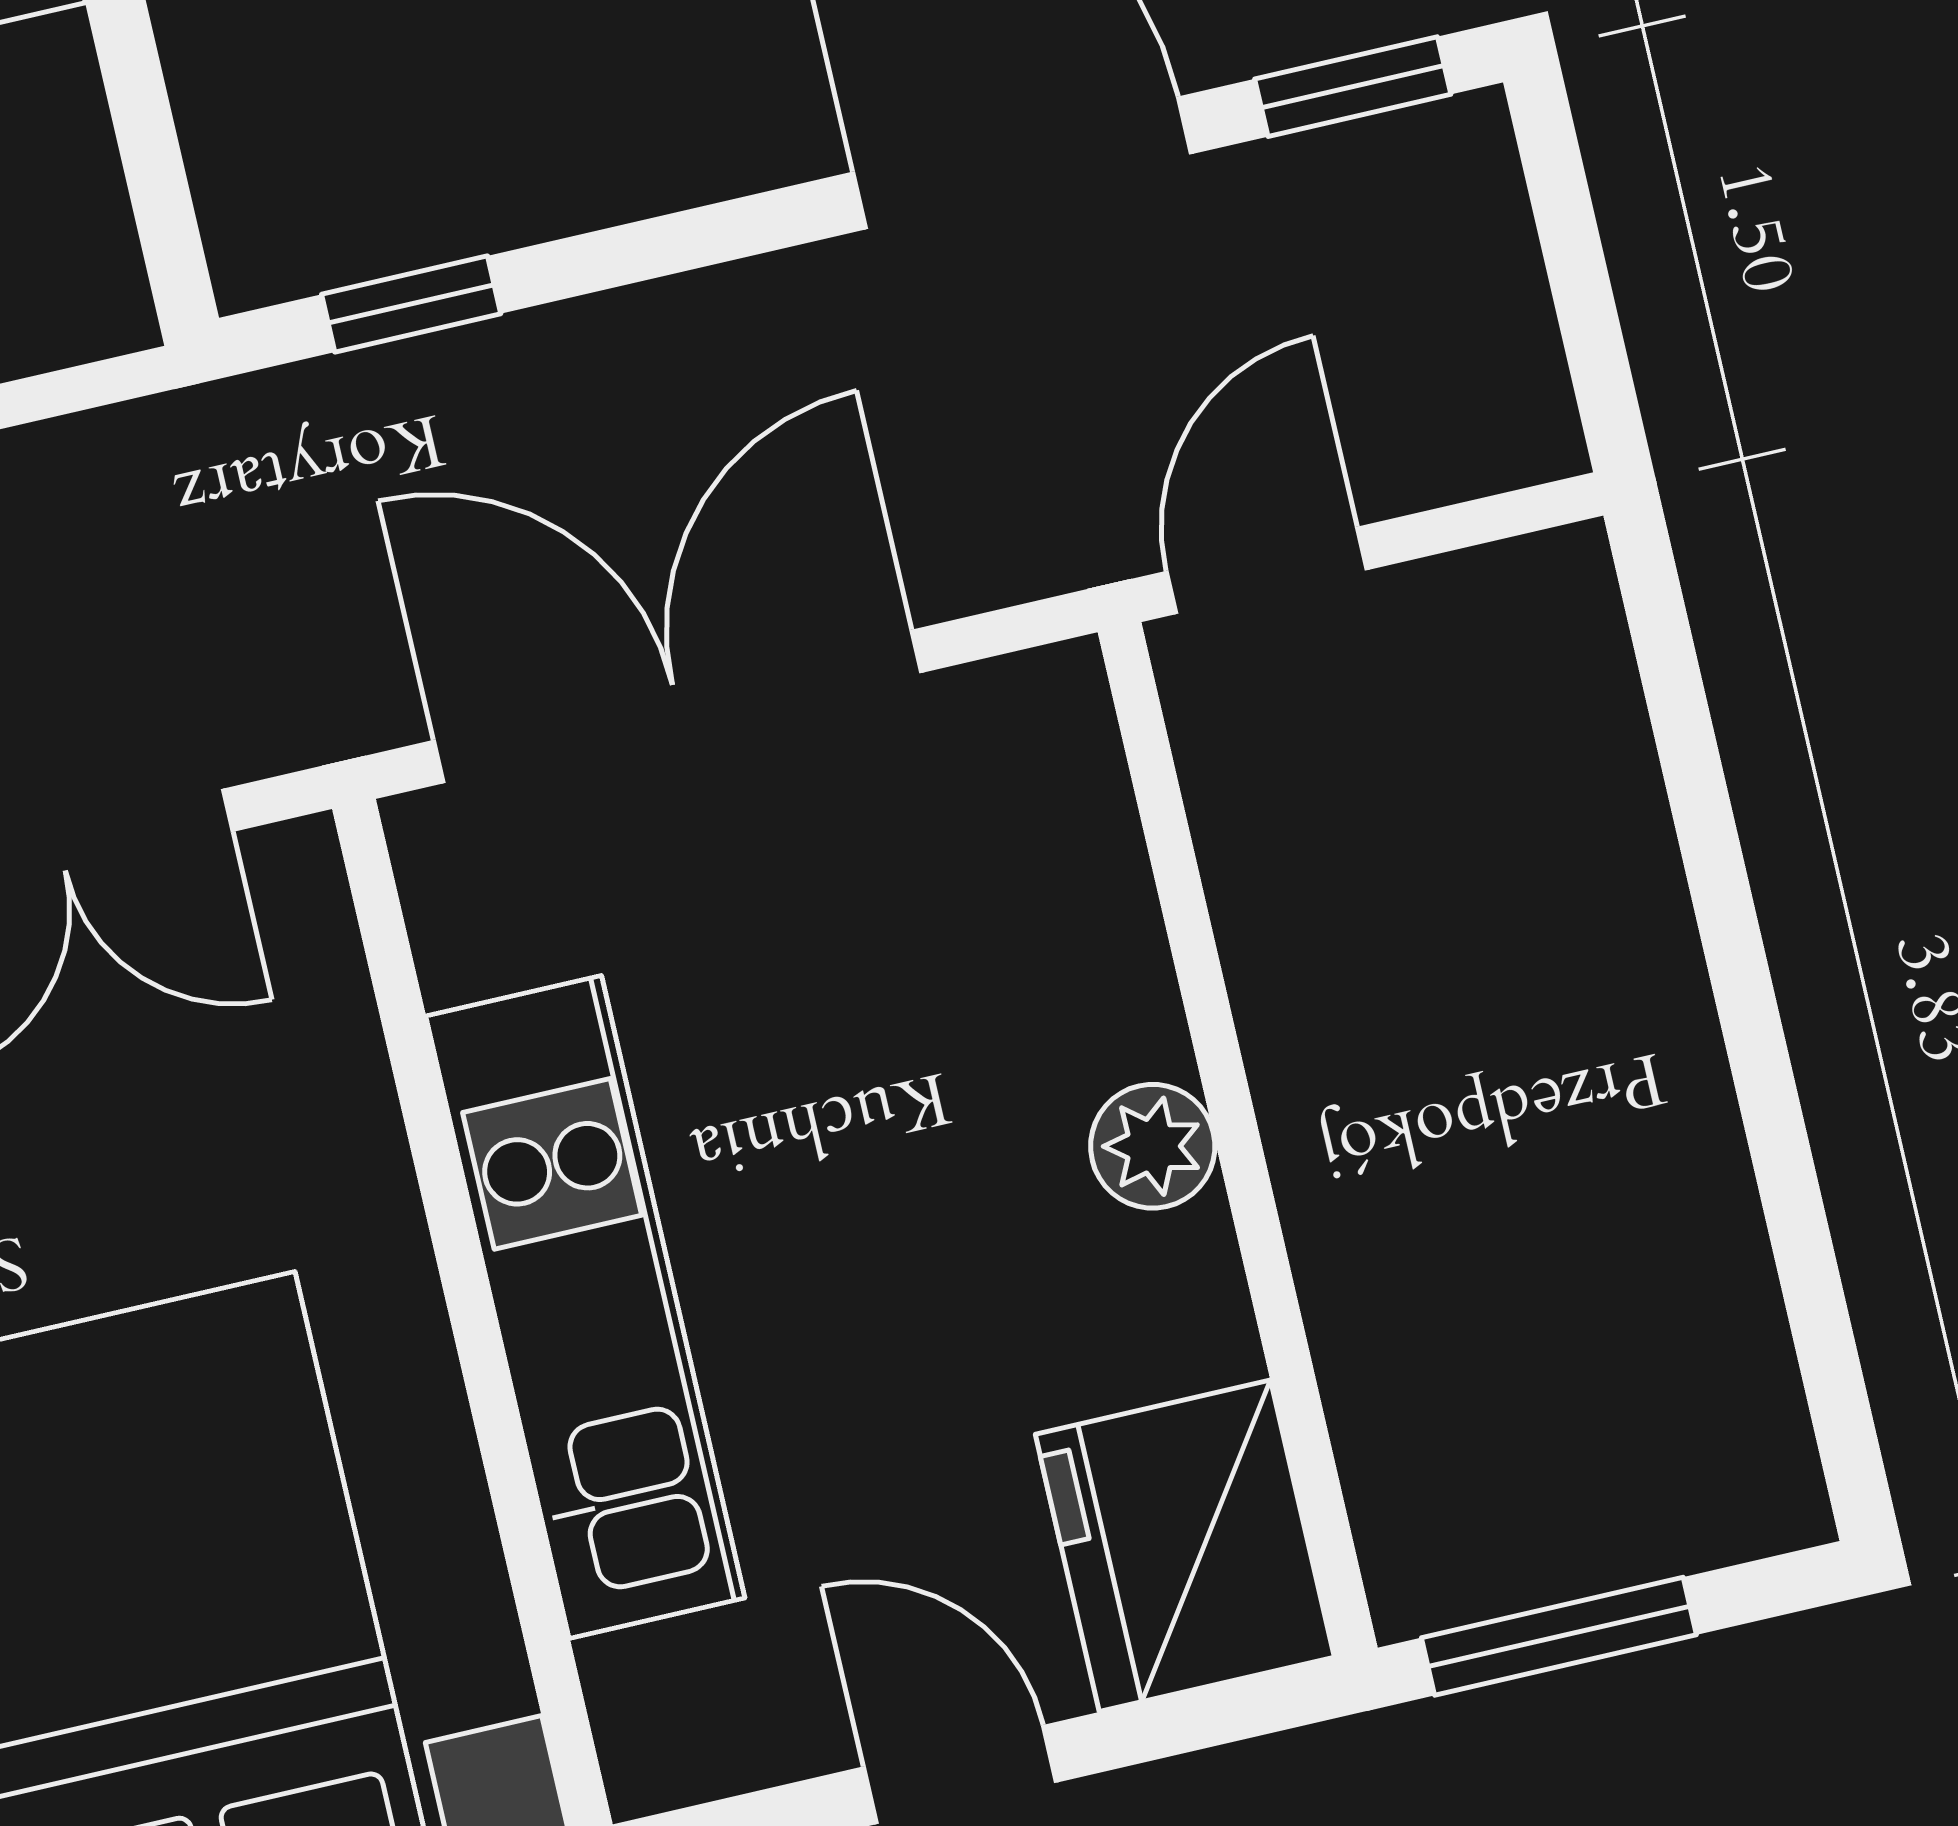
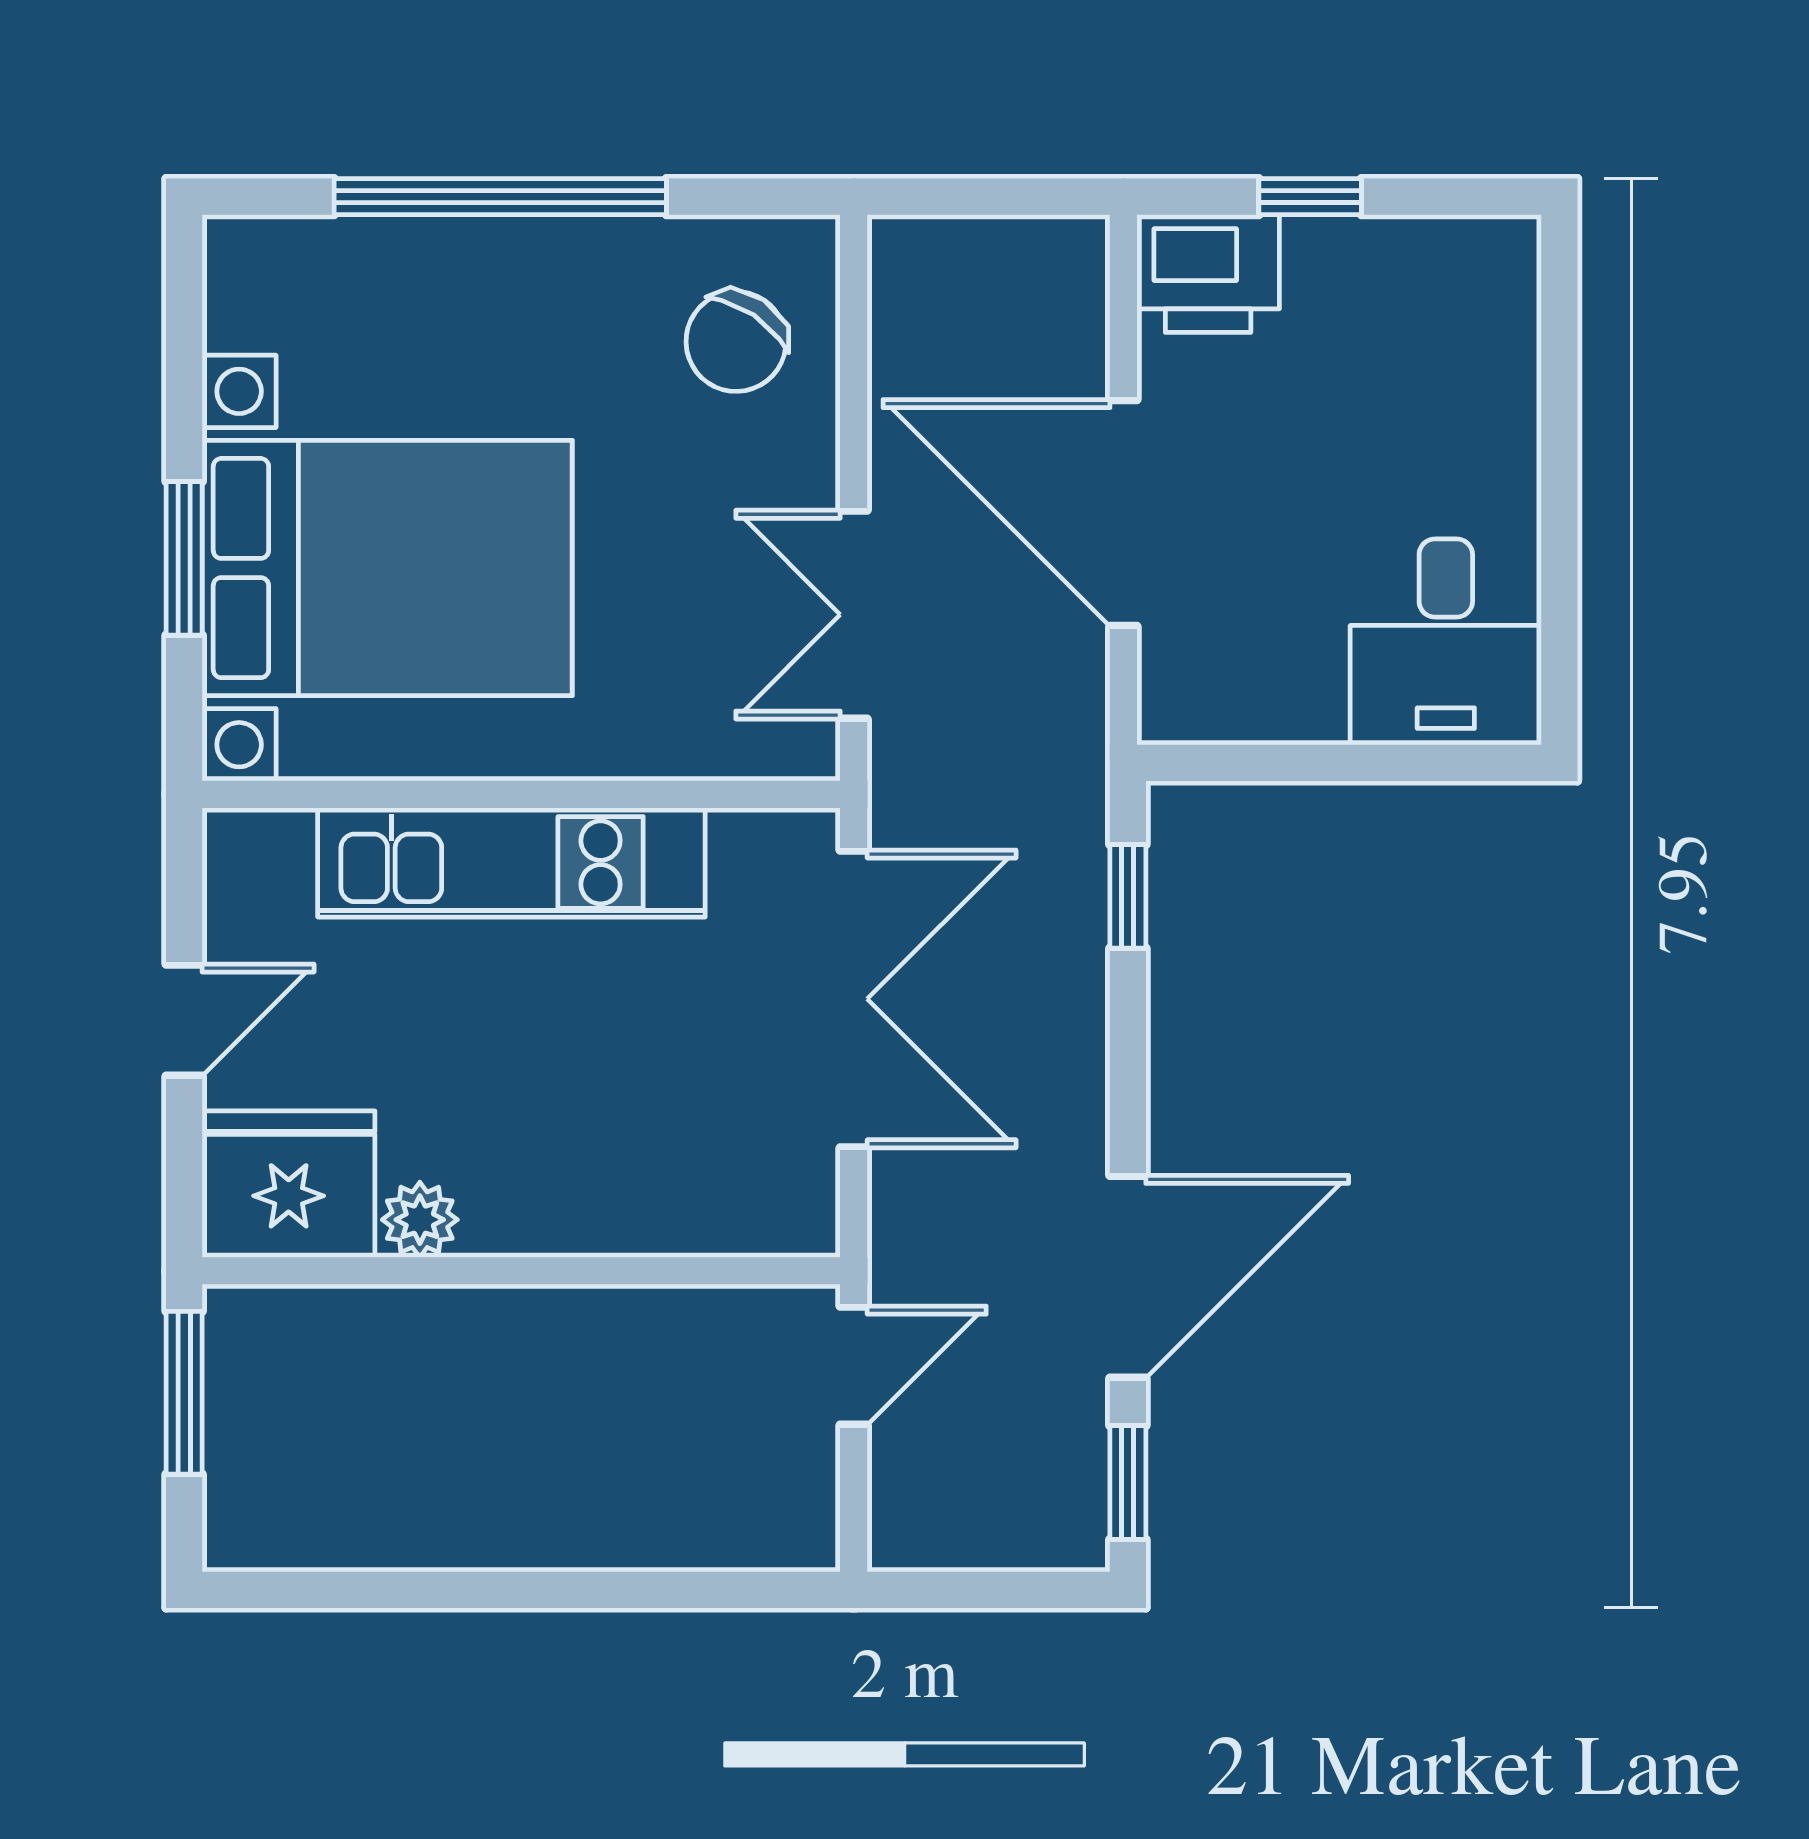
door: (1267, 570) -> (854, 1366), hinge flipped
plant: (1153, 1146) -> (420, 1220), moved

